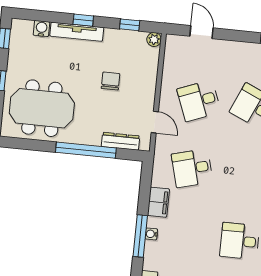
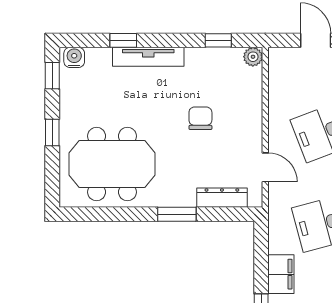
window: (83, 20) -> (123, 40), moved
water cooler: (41, 29) -> (74, 57), moved
window: (86, 150) -> (177, 214), width x0.47

